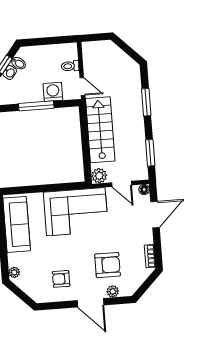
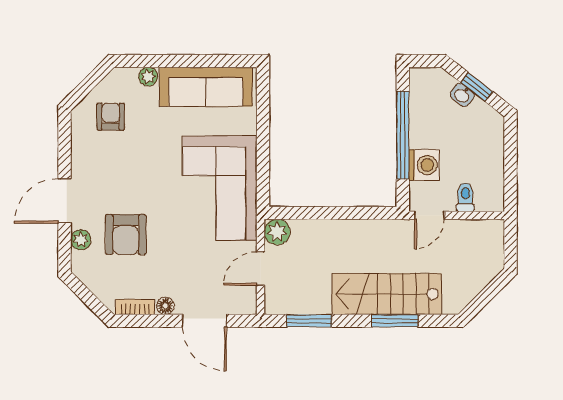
bidet: (18, 63) -> (477, 111), removed
window: (36, 106) -> (403, 135), width x1.46
stairs: (100, 130) -> (387, 294), moved, turned 180
floor lamp: (144, 190) -> (165, 306), moved
plant: (14, 272) -> (148, 77), moved
armchair: (61, 279) -> (111, 117), moved

